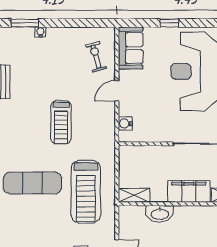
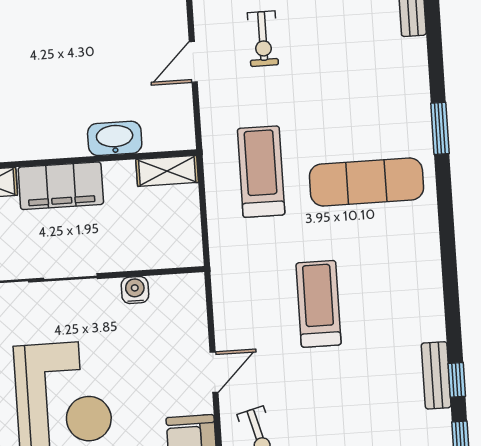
water cooler: (125, 123) -> (135, 290), moved, turned -90
treadmill: (86, 192) -> (261, 172), width x0.73, depth x0.73

